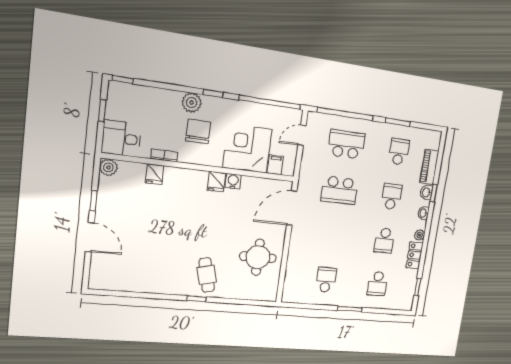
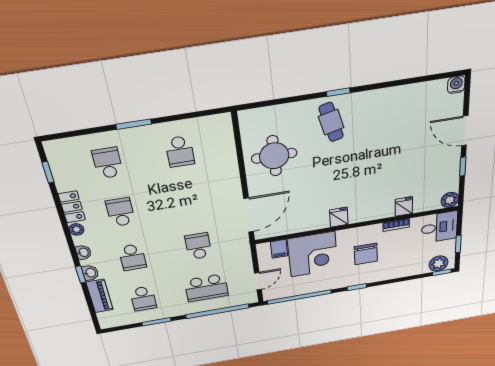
plant: (192, 103) -> (438, 264), moved
water cooler: (233, 181) -> (456, 85), moved, turned 180
school desk: (339, 190) -> (198, 246), width x0.54

